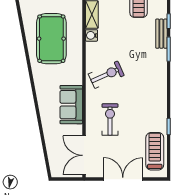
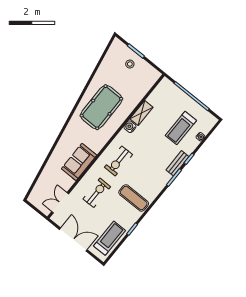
exercise bike: (106, 75) -> (119, 161), turned 114
exercise mat: (147, 97) -> (134, 198), added
double door: (84, 155) -> (60, 203), width x0.73

